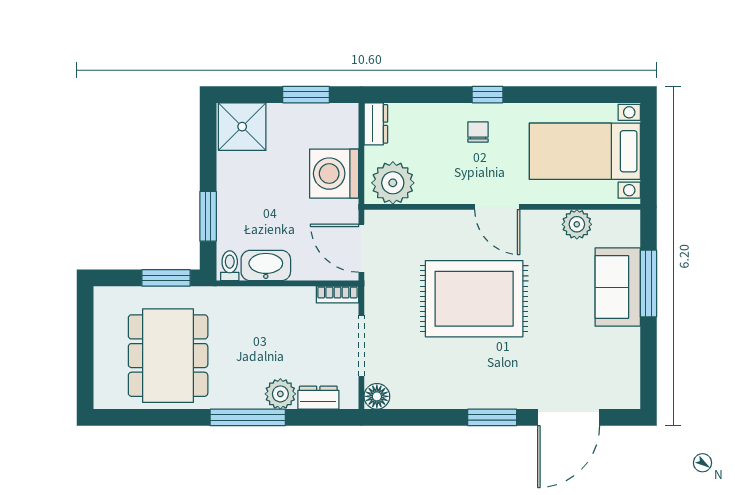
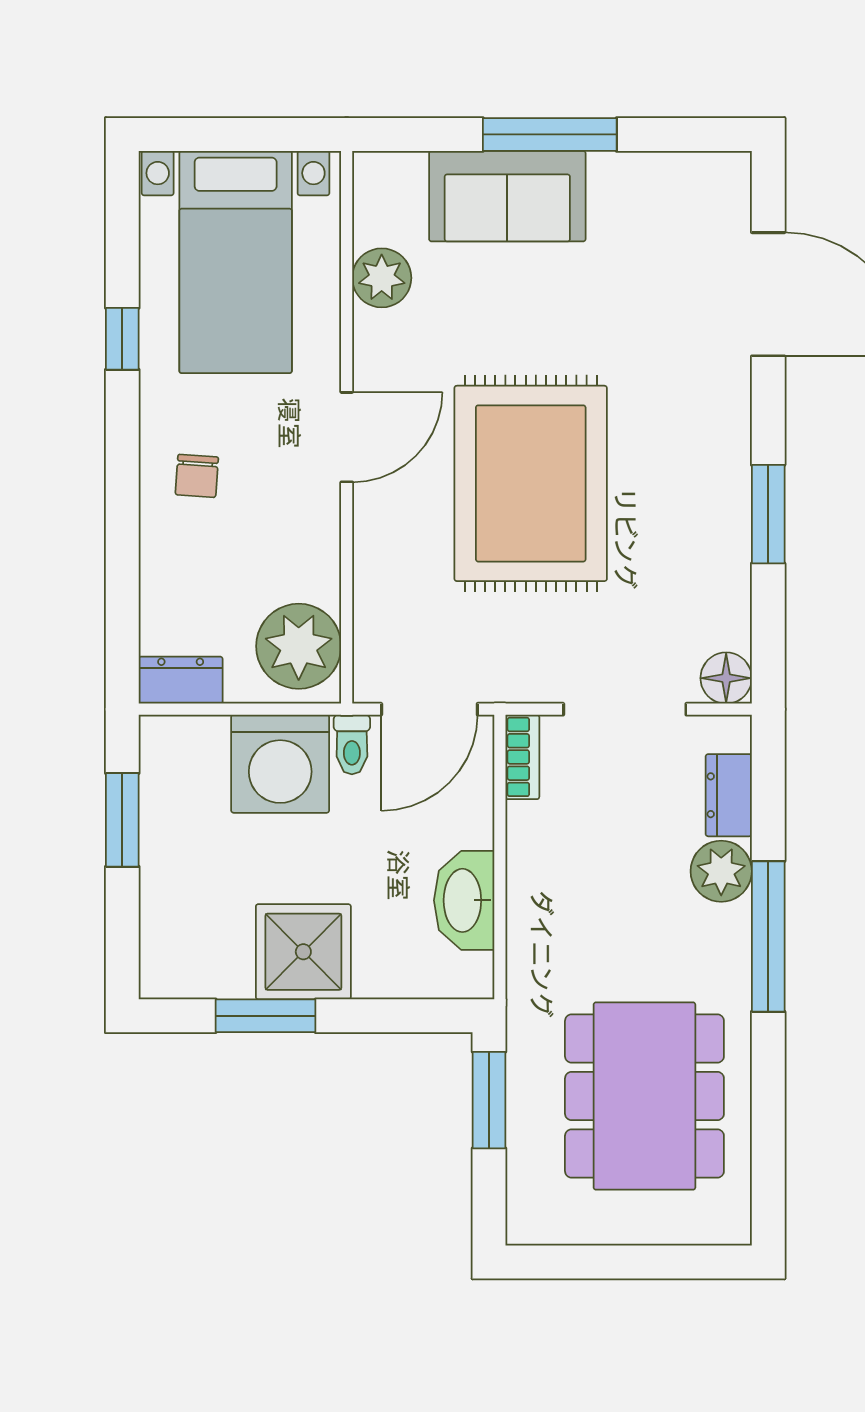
window: (487, 95) -> (122, 339), moved
shower: (242, 127) -> (303, 952), moved
chair: (478, 132) -> (197, 476), turned -86
window: (208, 216) -> (266, 1016), moved
toilet: (230, 266) -> (352, 745), moved, turned -90
window: (649, 283) -> (550, 134), moved
dining table: (168, 356) -> (644, 1096), turned 90
window: (492, 417) -> (768, 514), moved

